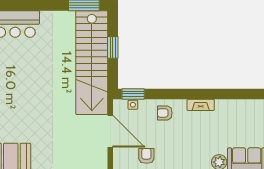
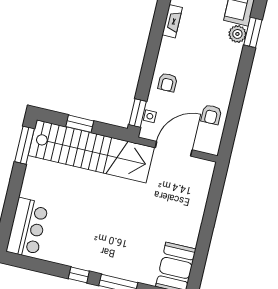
fireplace: (201, 105) -> (172, 21), moved
armchair: (146, 156) -> (211, 115), turned -90

